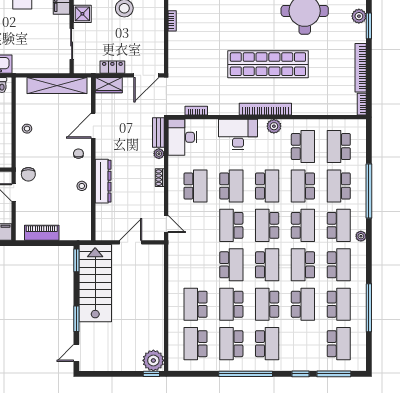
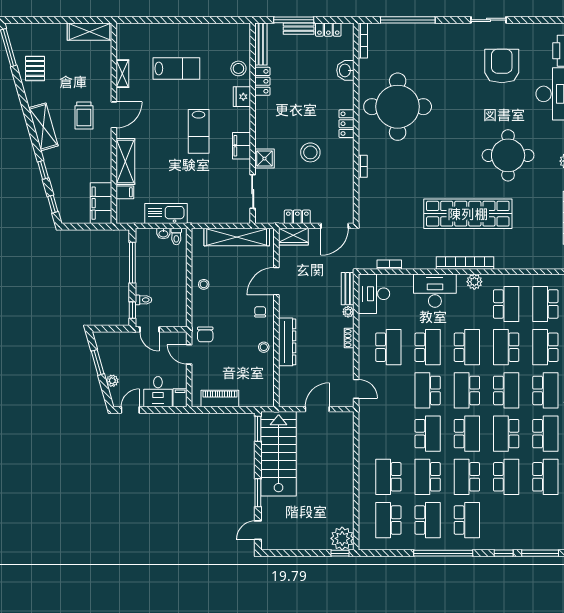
school desk: (231, 344) -> (428, 520), turned 180
school desk: (339, 344) -> (545, 520), removed

